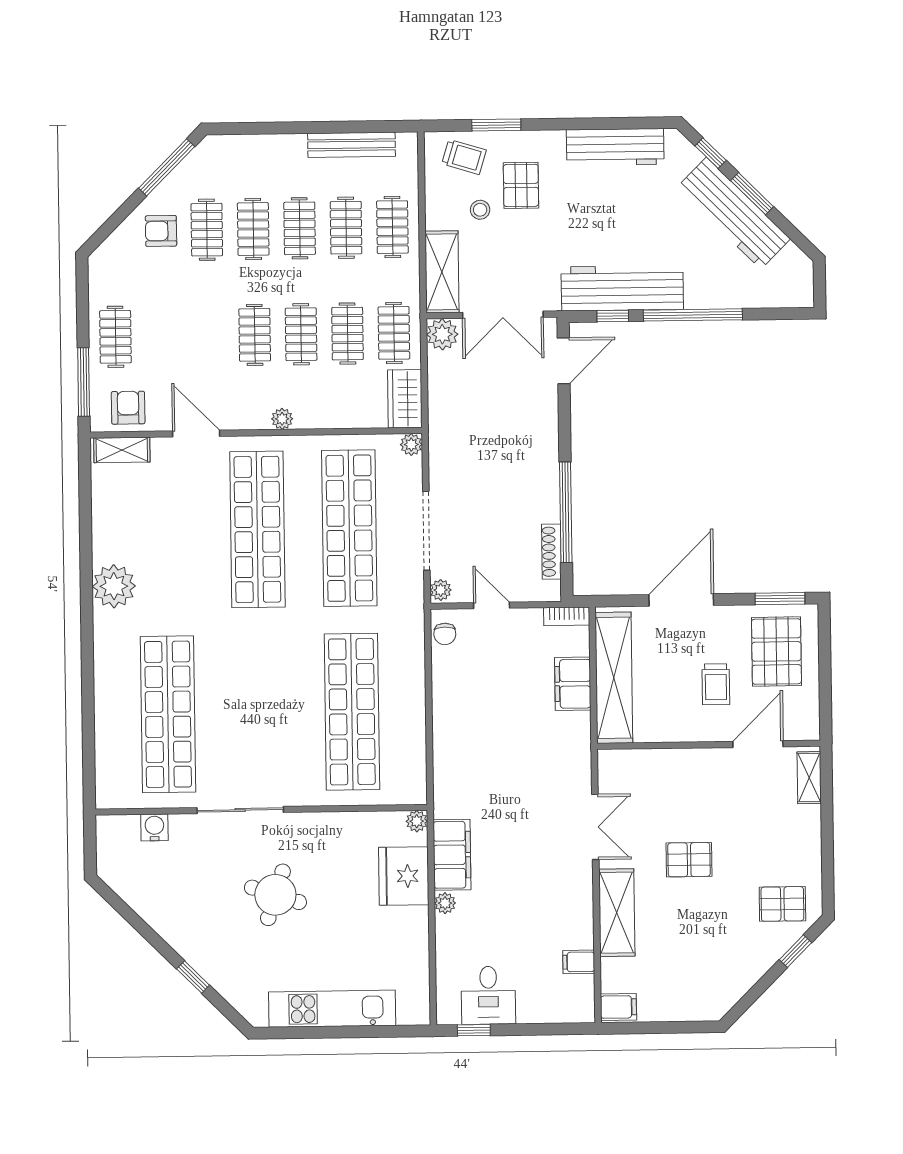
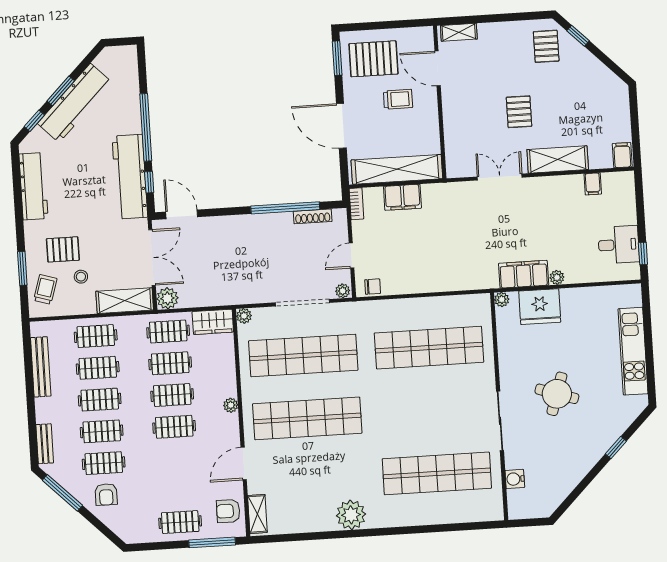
bench: (239, 145) -> (45, 444), added

